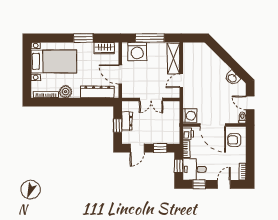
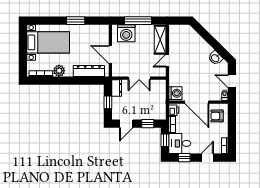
wardrobe: (104, 48) -> (95, 30), removed
dresser: (127, 121) -> (117, 88), moved

